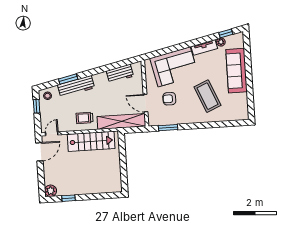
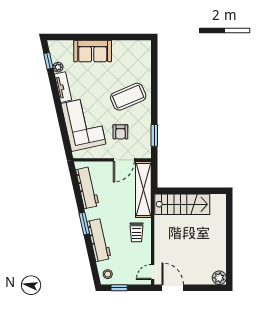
sofa: (236, 71) -> (93, 51), width x0.73
workbench: (120, 74) -> (87, 188), width x1.38
window: (68, 79) -> (84, 224), moved
coffee table: (207, 96) -> (128, 97), moved
door: (52, 134) -> (153, 272), hinge flipped
stairs: (91, 141) -> (182, 204), moved, turned 90
window: (68, 198) -> (229, 257), removed

